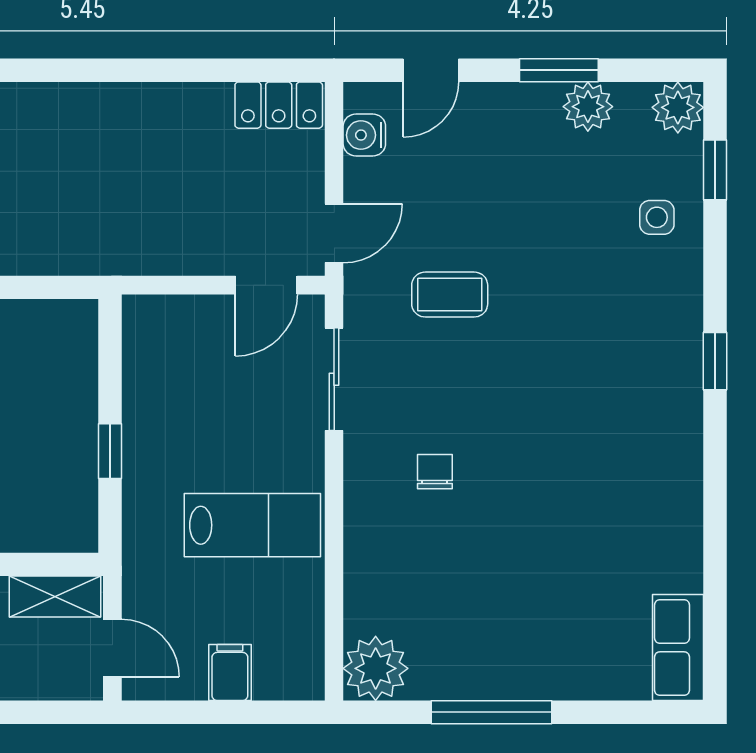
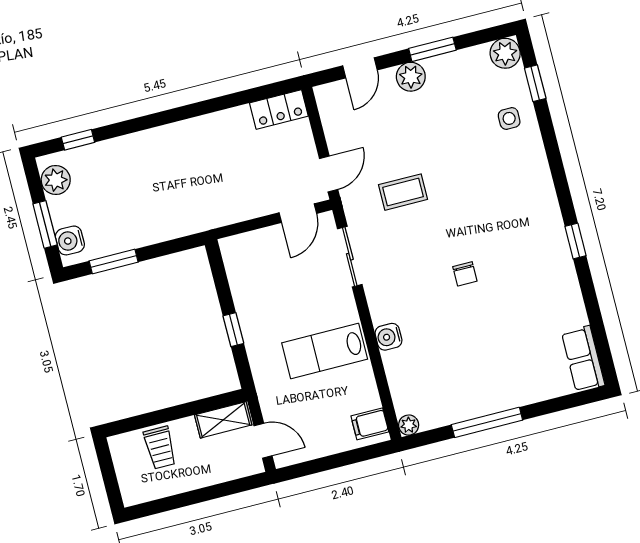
plant: (588, 107) -> (411, 77), moved
water cooler: (364, 135) -> (388, 337), moved
window: (715, 361) -> (575, 241), moved
chair: (435, 472) -> (465, 274), moved, turned 180
lab bench: (252, 525) -> (325, 351), turned 180
plant: (376, 668) -> (409, 425), width x0.53, depth x0.53
filing cabinet: (230, 673) -> (370, 424), moved, turned -90

